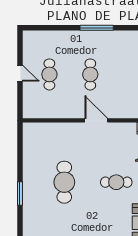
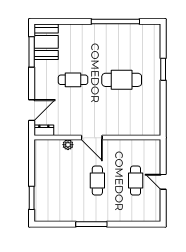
plant: (122, 113) -> (68, 145), added
cafe table: (64, 182) -> (122, 80), turned 90

